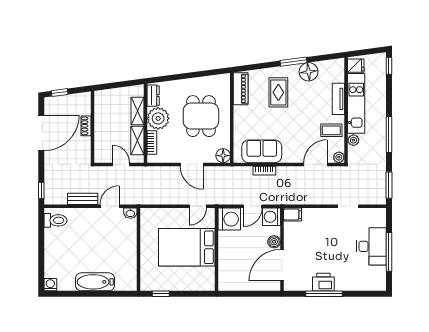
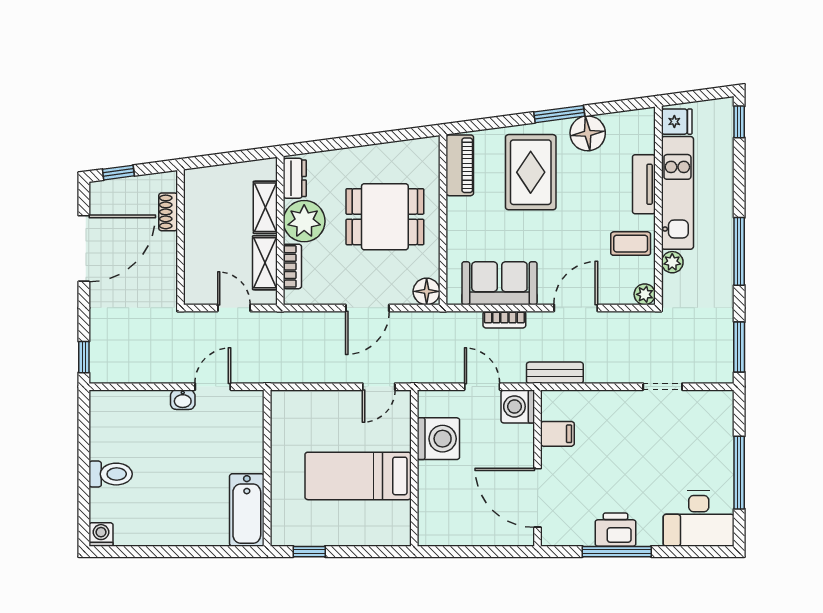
rug: (278, 92) -> (531, 172), width x1.36, depth x1.43
dining table: (201, 116) -> (385, 217), turned 90
shoe rack: (86, 126) -> (168, 212), moved
door: (192, 164) -> (367, 308), hinge flipped
door: (315, 164) -> (576, 308), moved
bench: (83, 199) -> (555, 373), moved
door: (253, 206) -> (482, 387), swing flipped
washbasin: (130, 213) -> (183, 400), moved
filing cabinet: (292, 215) -> (557, 434), moved
washing machine: (229, 219) -> (438, 439), moved
toilet: (55, 220) -> (111, 474), moved
boiler: (274, 242) -> (523, 454), removed
desk: (371, 246) -> (699, 519), moved, turned 90
bed: (187, 247) -> (358, 476), width x0.67
door: (282, 265) -> (538, 498), hinge flipped
bathtub: (95, 282) -> (247, 510), moved, turned -90

